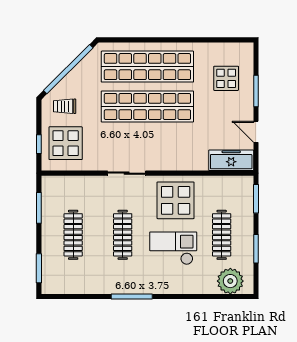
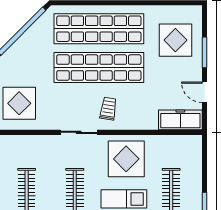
display table: (226, 78) -> (175, 40), width x1.36, depth x1.36
trolley: (65, 106) -> (108, 109), moved, turned 99
window: (256, 199) -> (205, 157), removed

